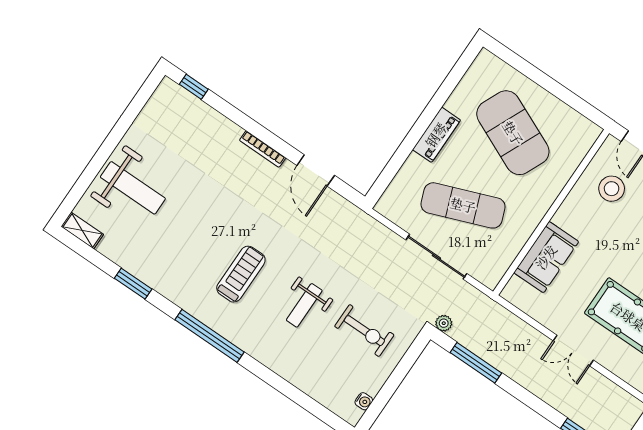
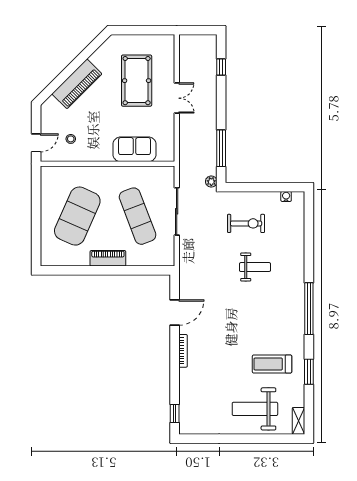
weight bench: (133, 188) -> (255, 409), turned -90
stool: (612, 189) -> (71, 139), width x0.53, depth x0.53
treadmill: (241, 274) -> (272, 364), moved
exercise bike: (364, 331) -> (246, 223), turned 90

